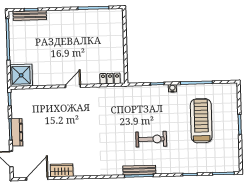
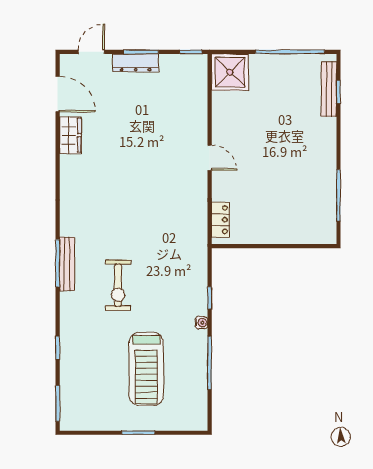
treadmill: (201, 121) -> (146, 369), turned 90

